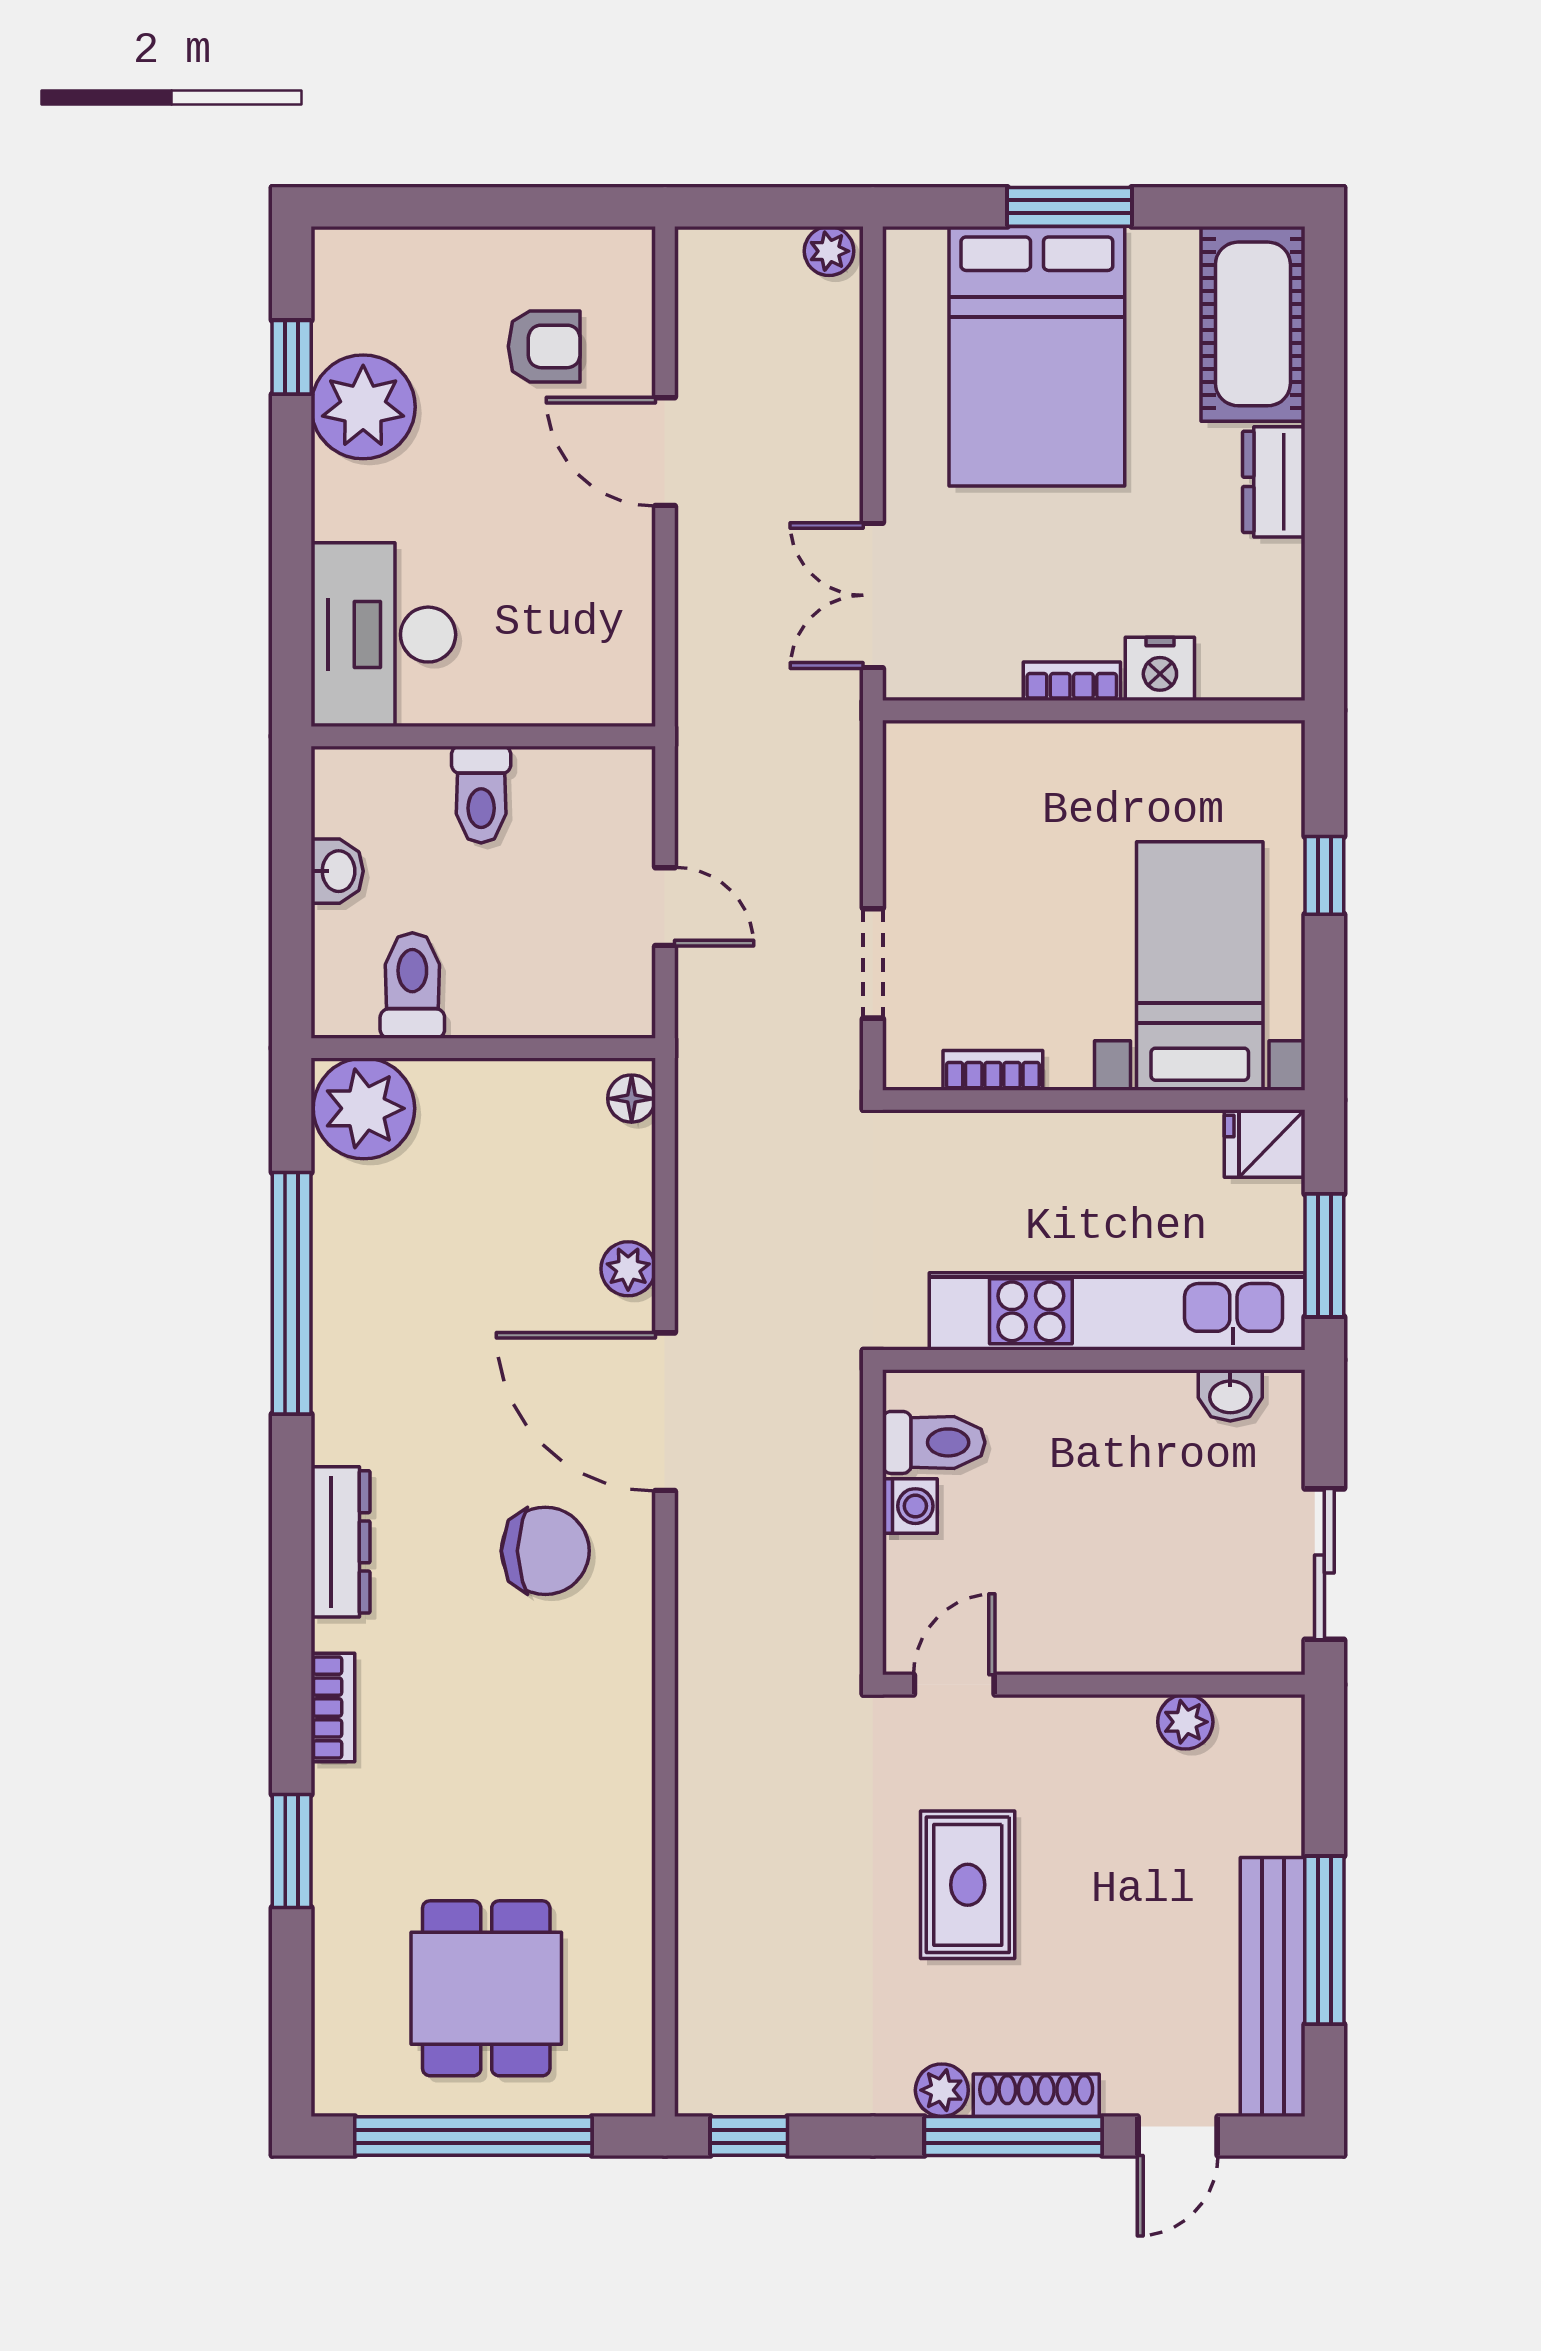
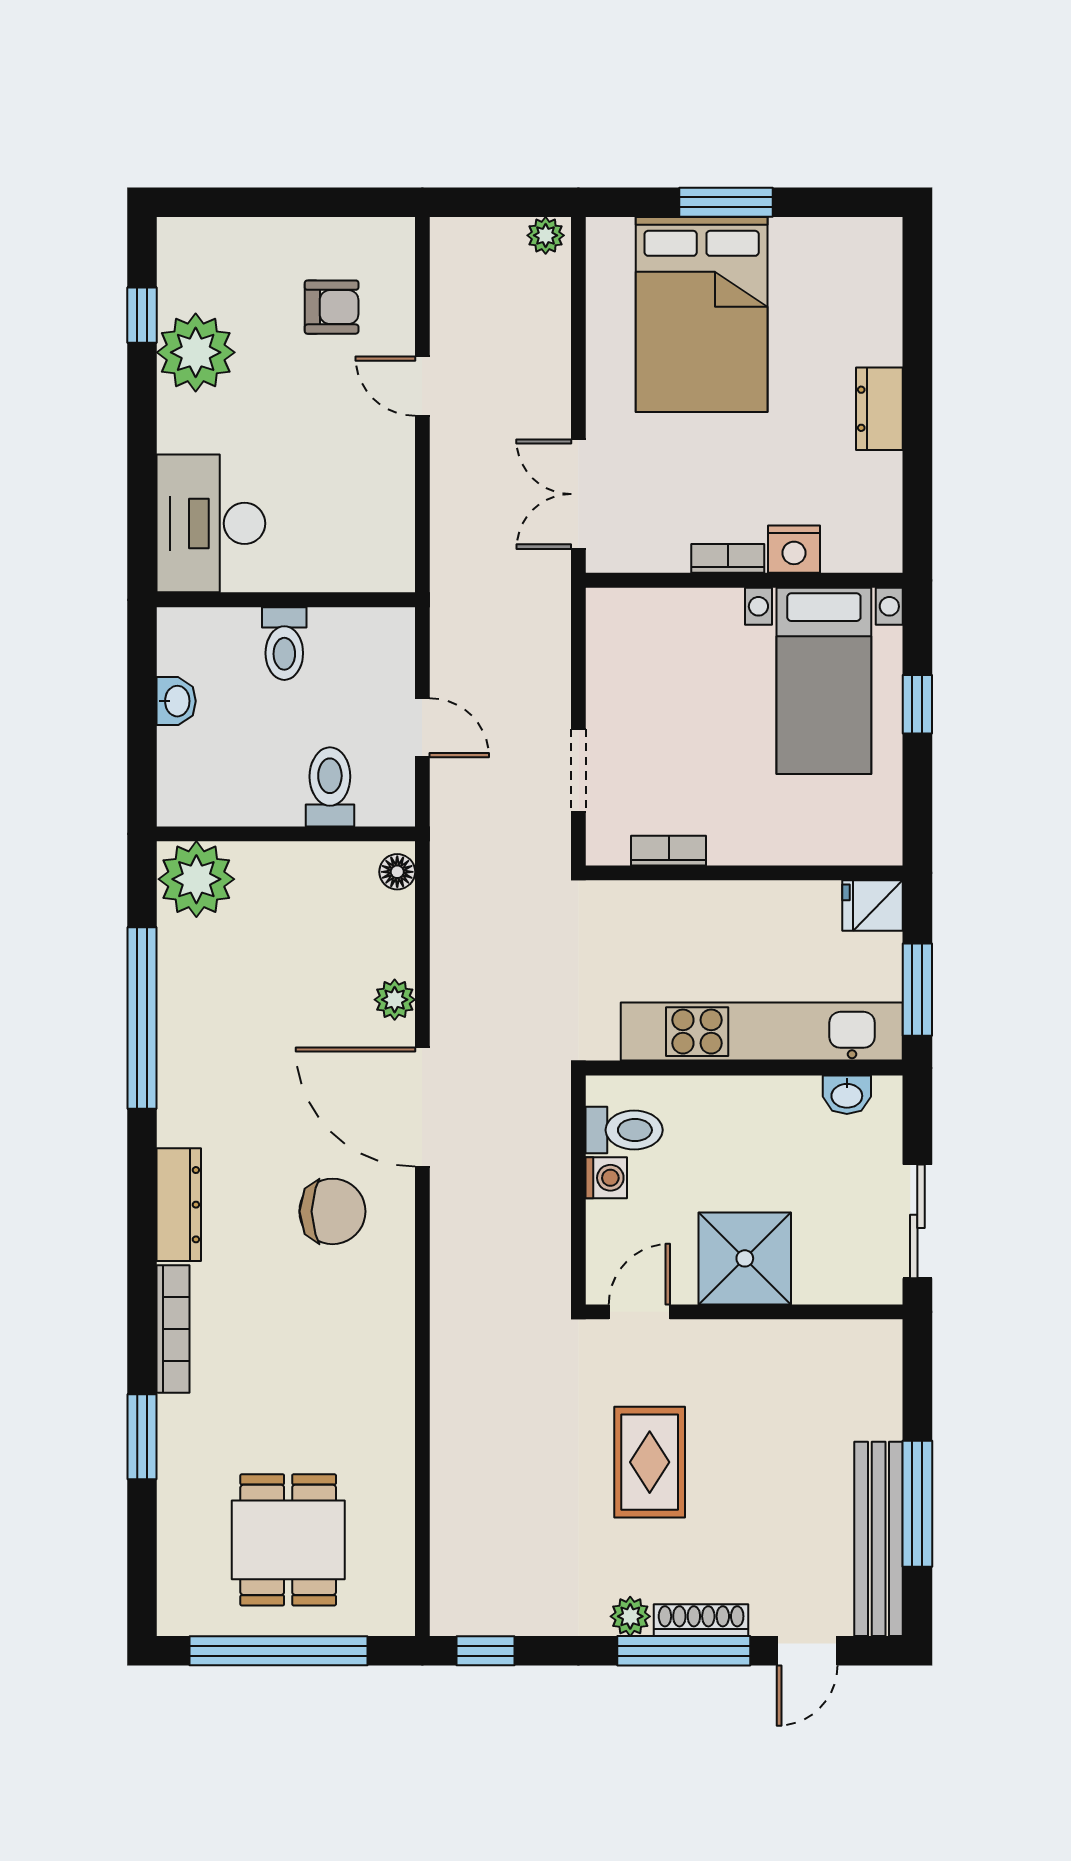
cot: (1253, 324) -> (864, 290), removed
door: (665, 452) -> (422, 386), width x0.73
bed with nightstands: (1200, 966) -> (824, 681), moved, turned 180
toilet: (412, 985) -> (330, 787), moved
shower: (1094, 1613) -> (745, 1258), added
bookcase: (333, 1708) -> (173, 1329), width x1.56
plant: (1185, 1722) -> (813, 1340), removed

